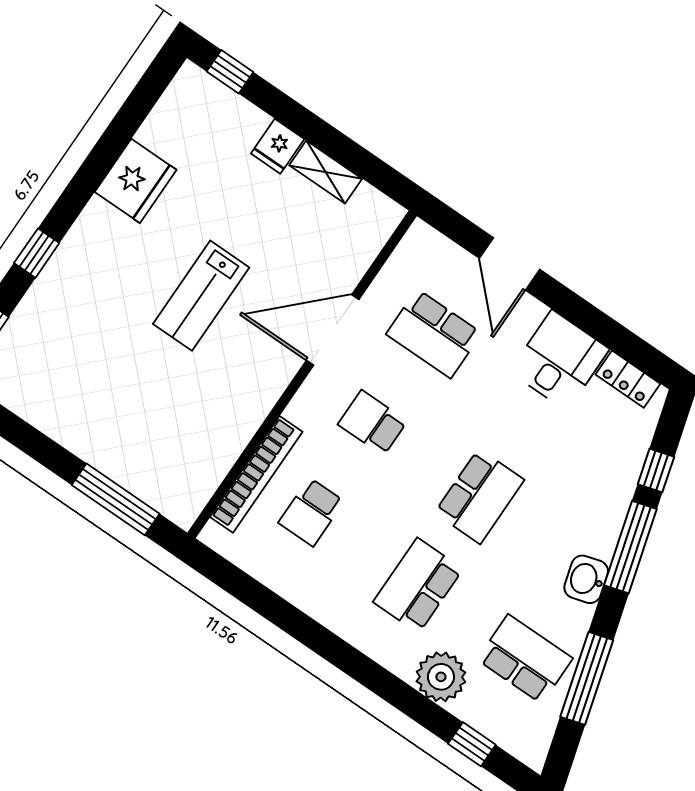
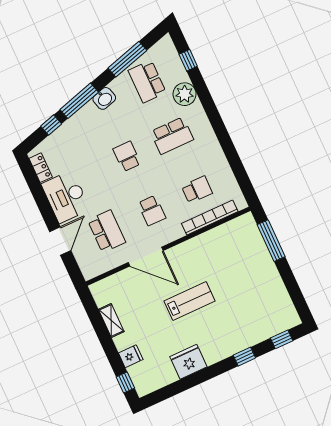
fridge: (278, 146) -> (131, 356), moved
desk: (559, 360) -> (66, 197), width x1.37
school desk: (479, 496) -> (127, 156), width x0.54

